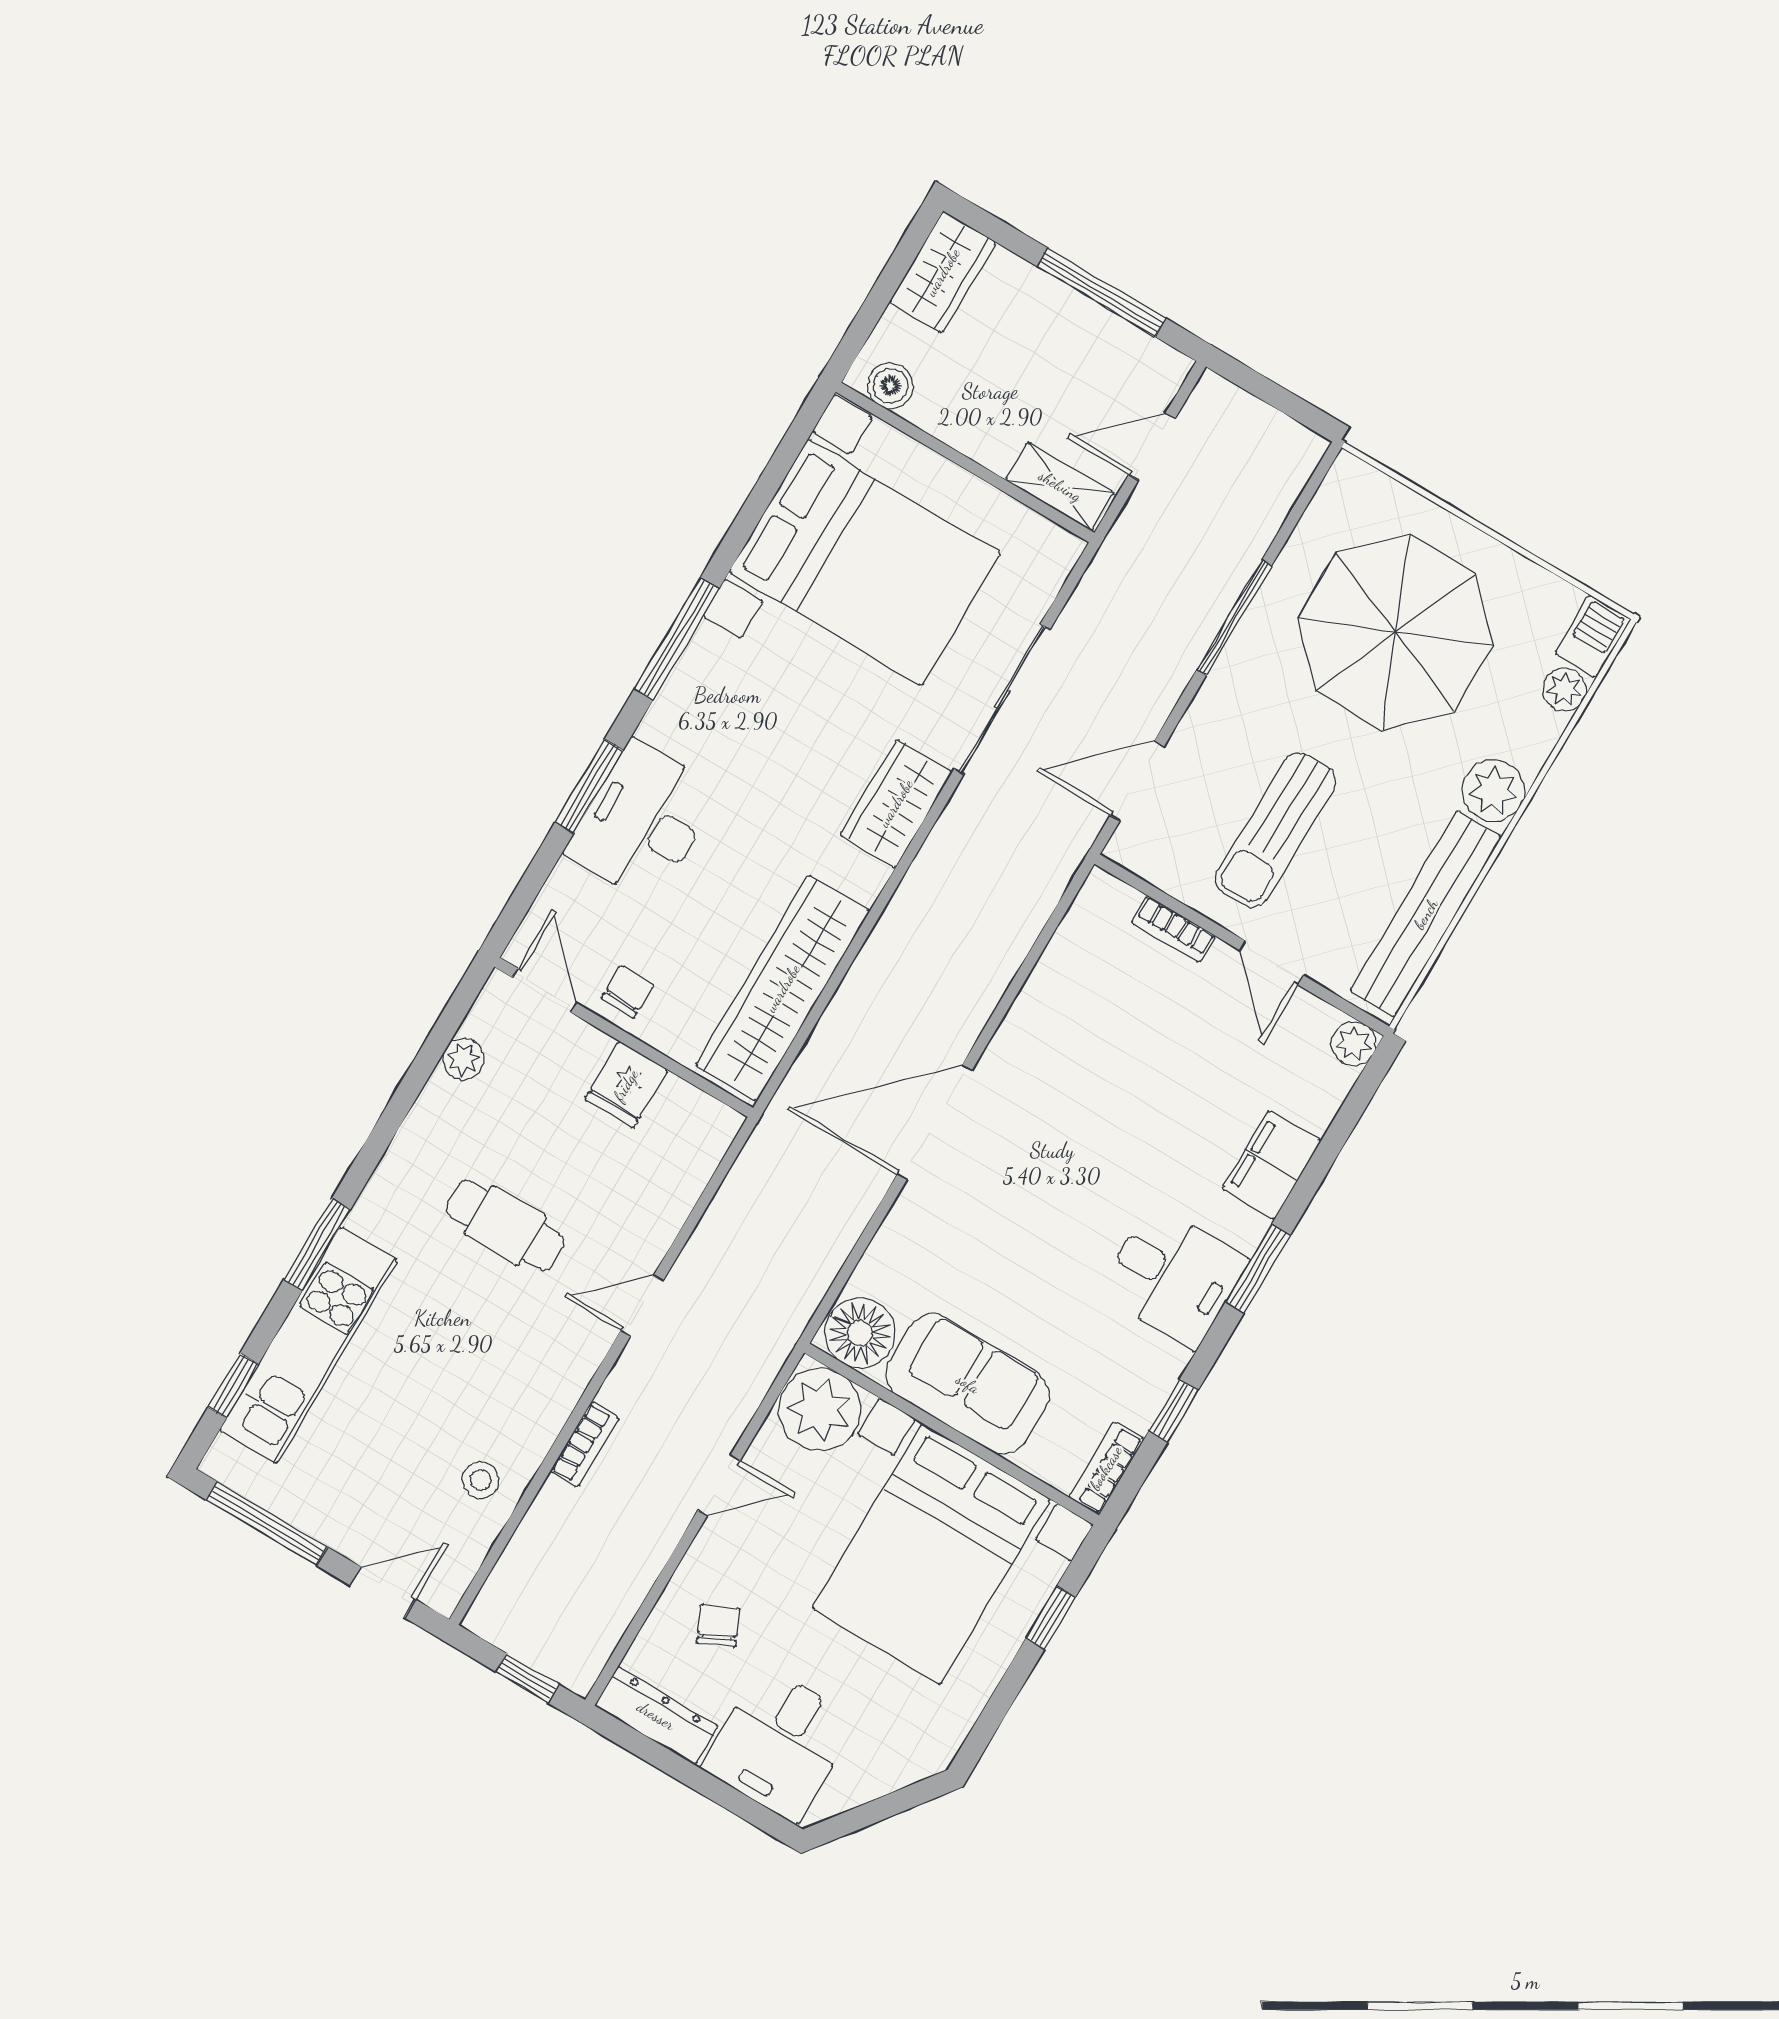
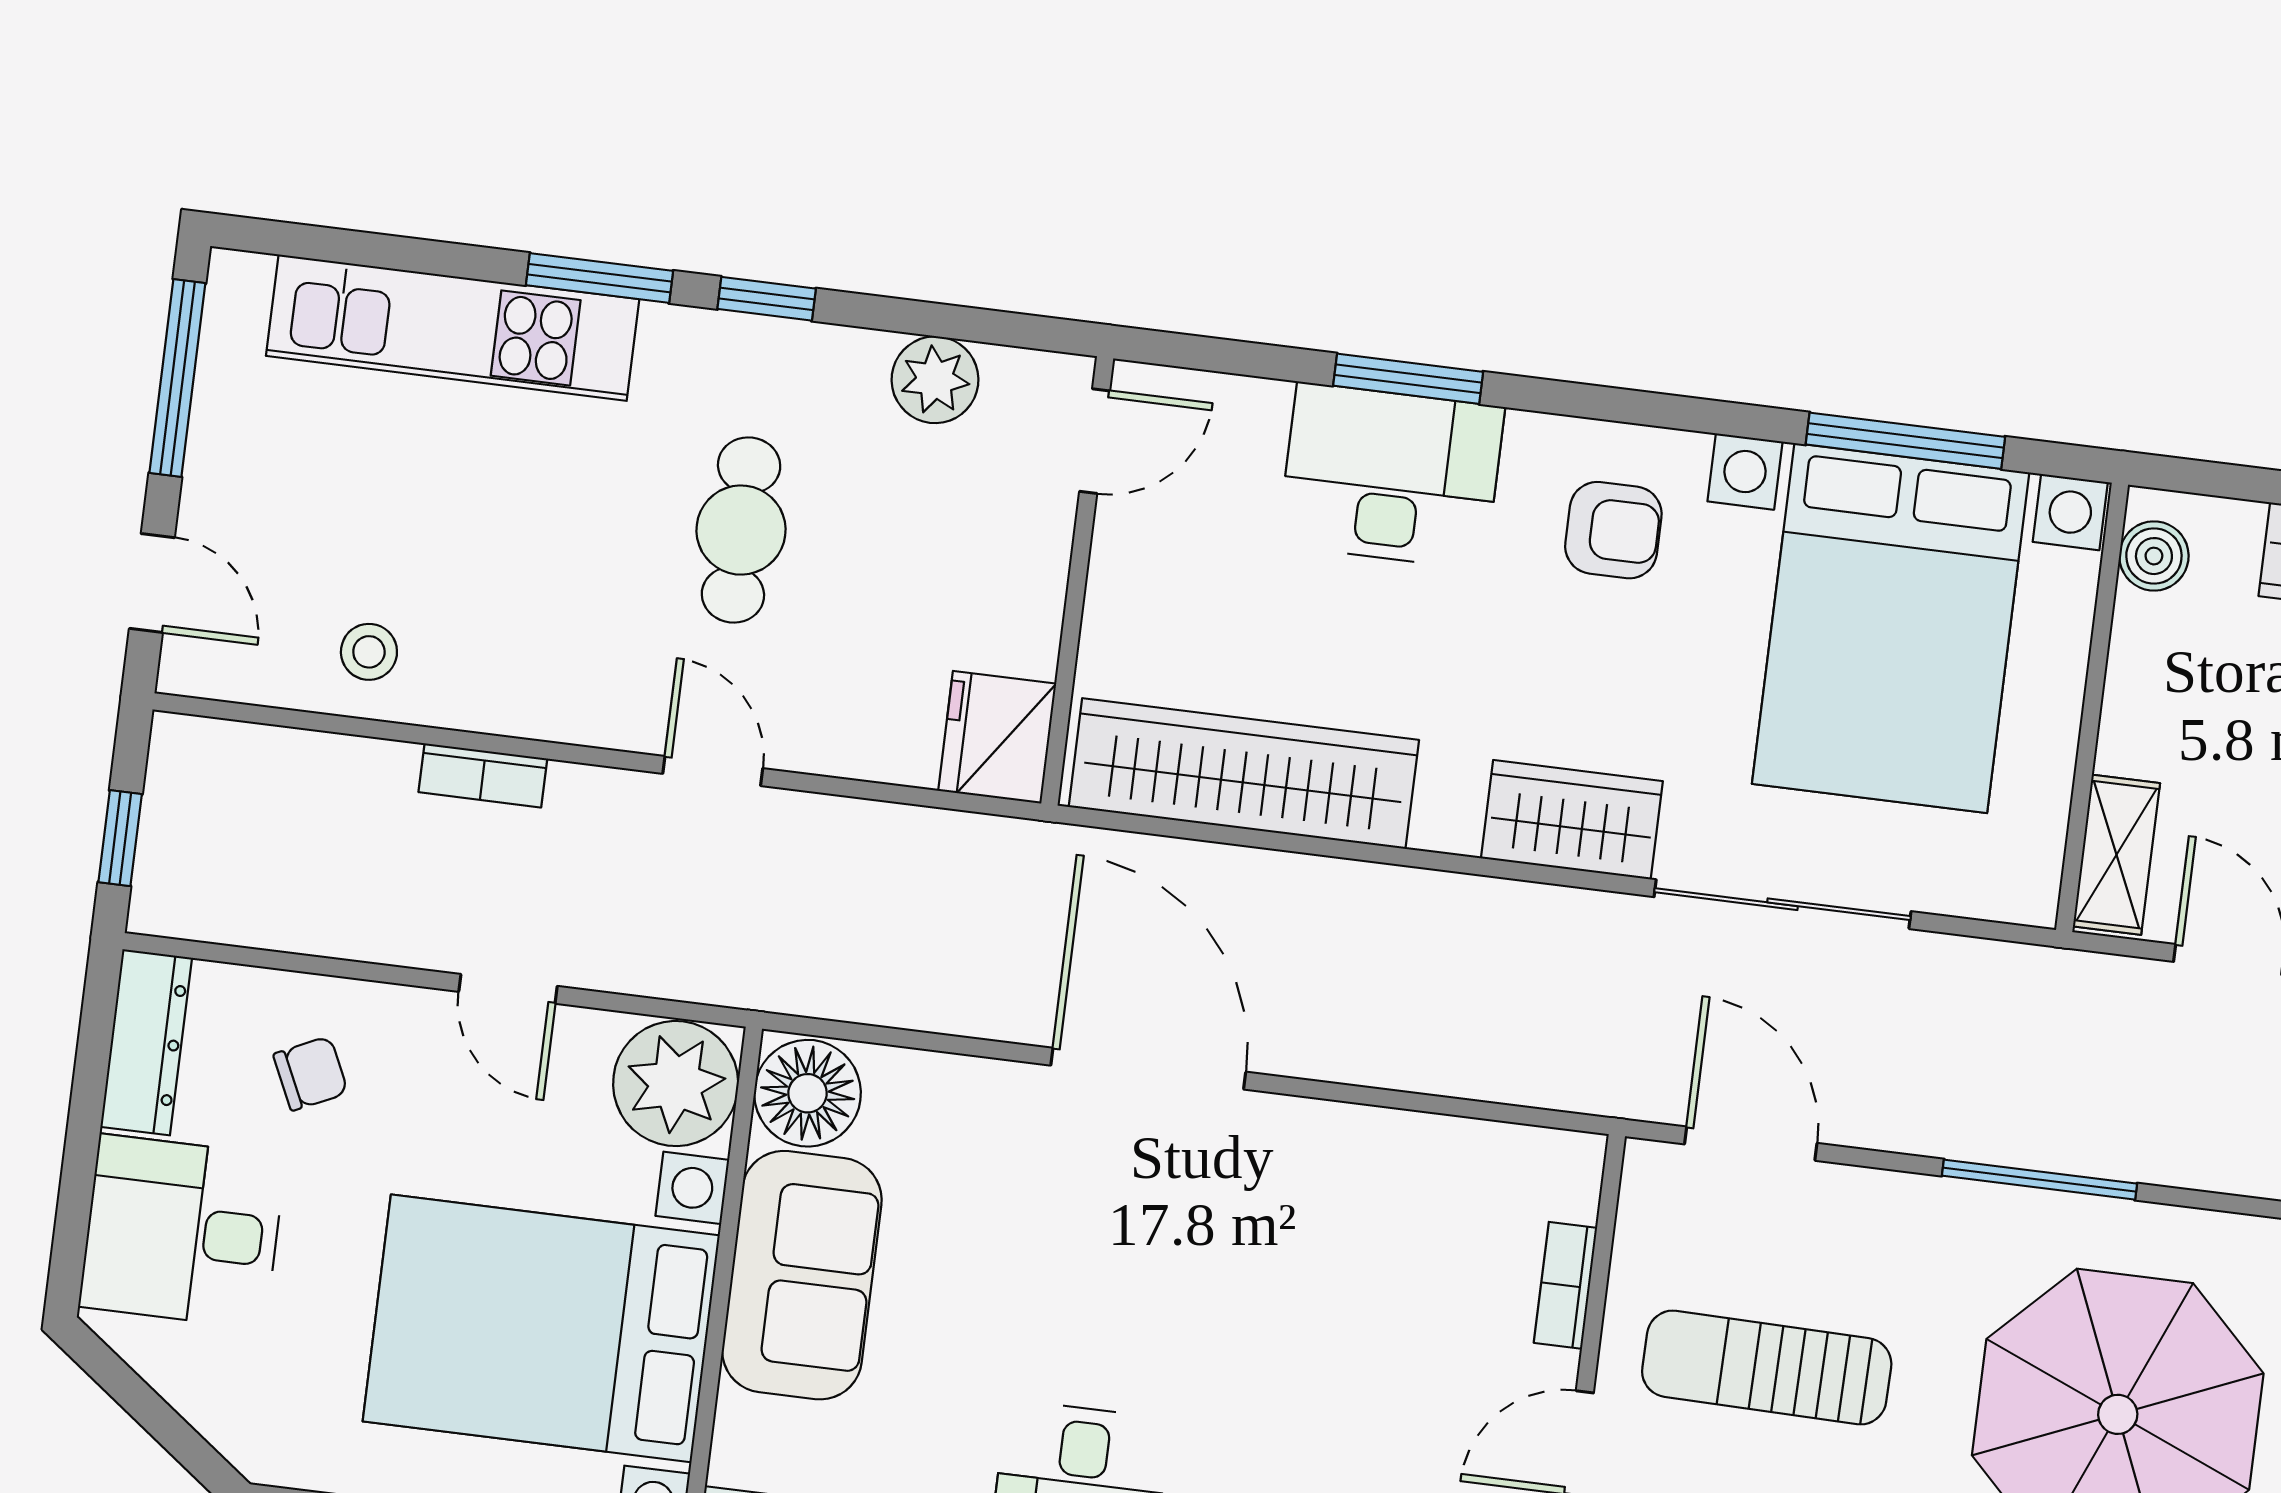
window: (677, 639) -> (1905, 441), moved
armchair: (734, 703) -> (1613, 530), added
chair: (627, 992) -> (1144, 558), removed
plant: (463, 1059) -> (935, 380), width x1.38, depth x1.38
fridge: (626, 1085) -> (997, 737), moved, width x1.38
window: (233, 1386) -> (767, 299), moved

